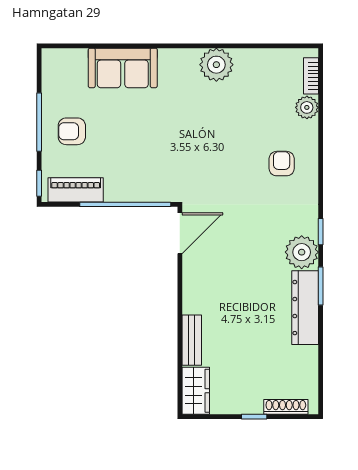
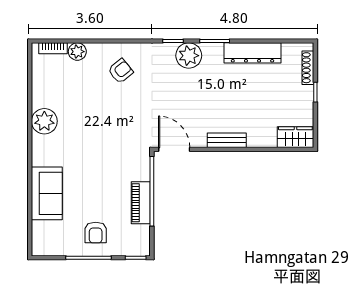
armchair: (282, 164) -> (121, 71), turned 141
piano: (76, 190) -> (141, 203), moved
dresser: (305, 308) -> (252, 53), moved
bench: (192, 340) -> (227, 140), moved

